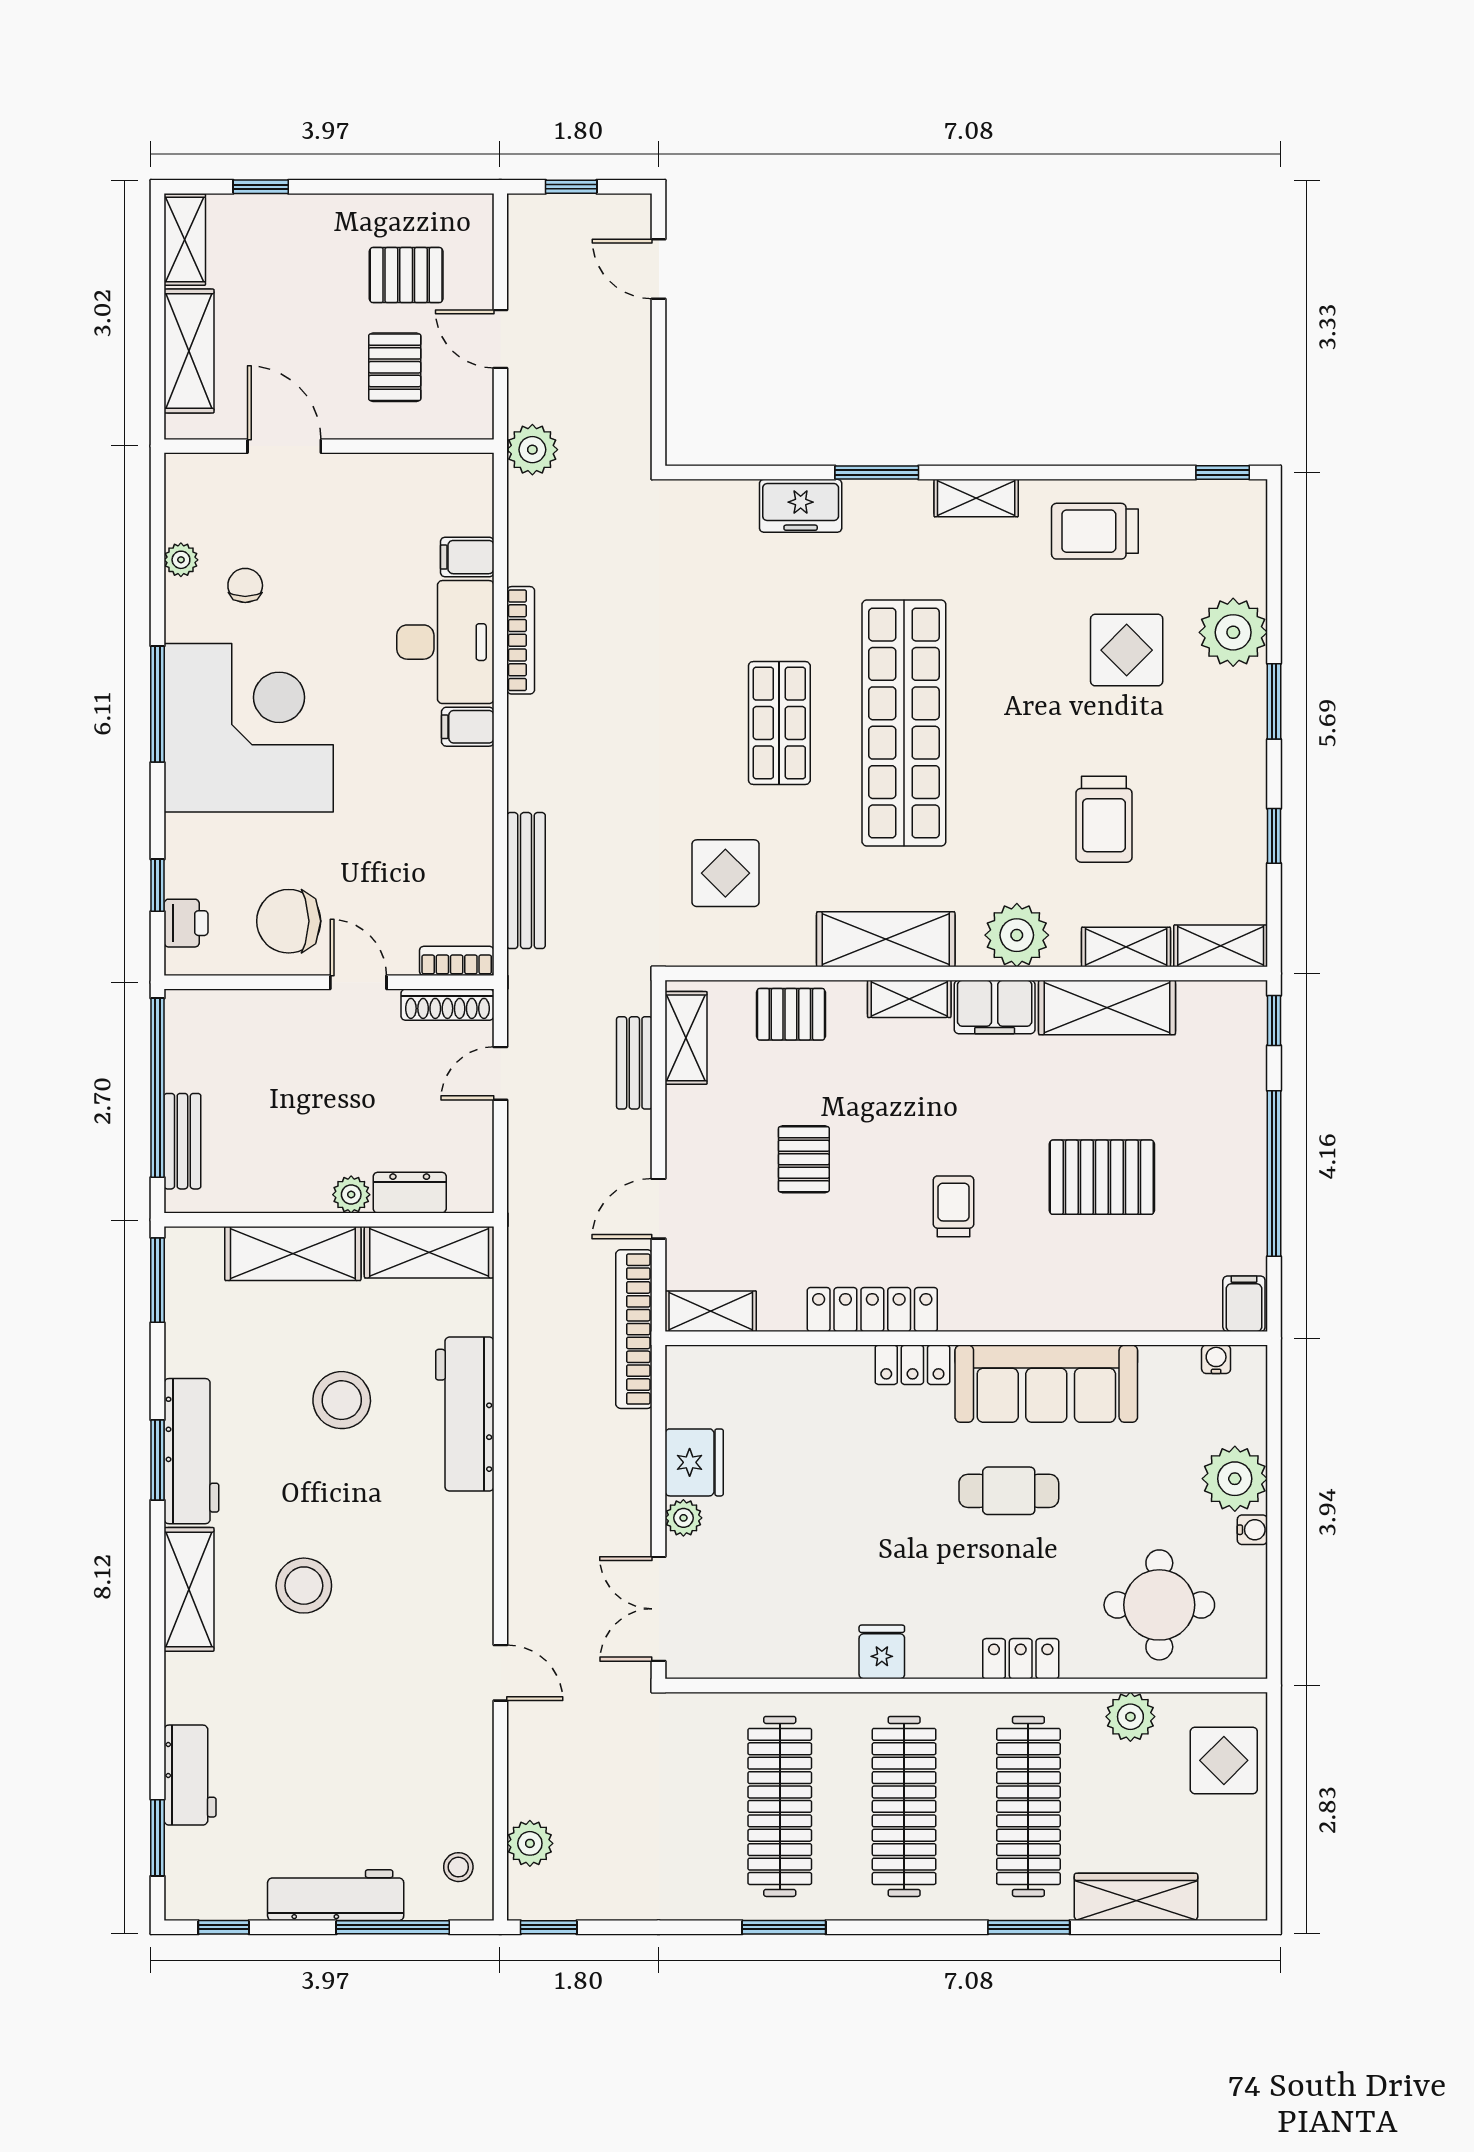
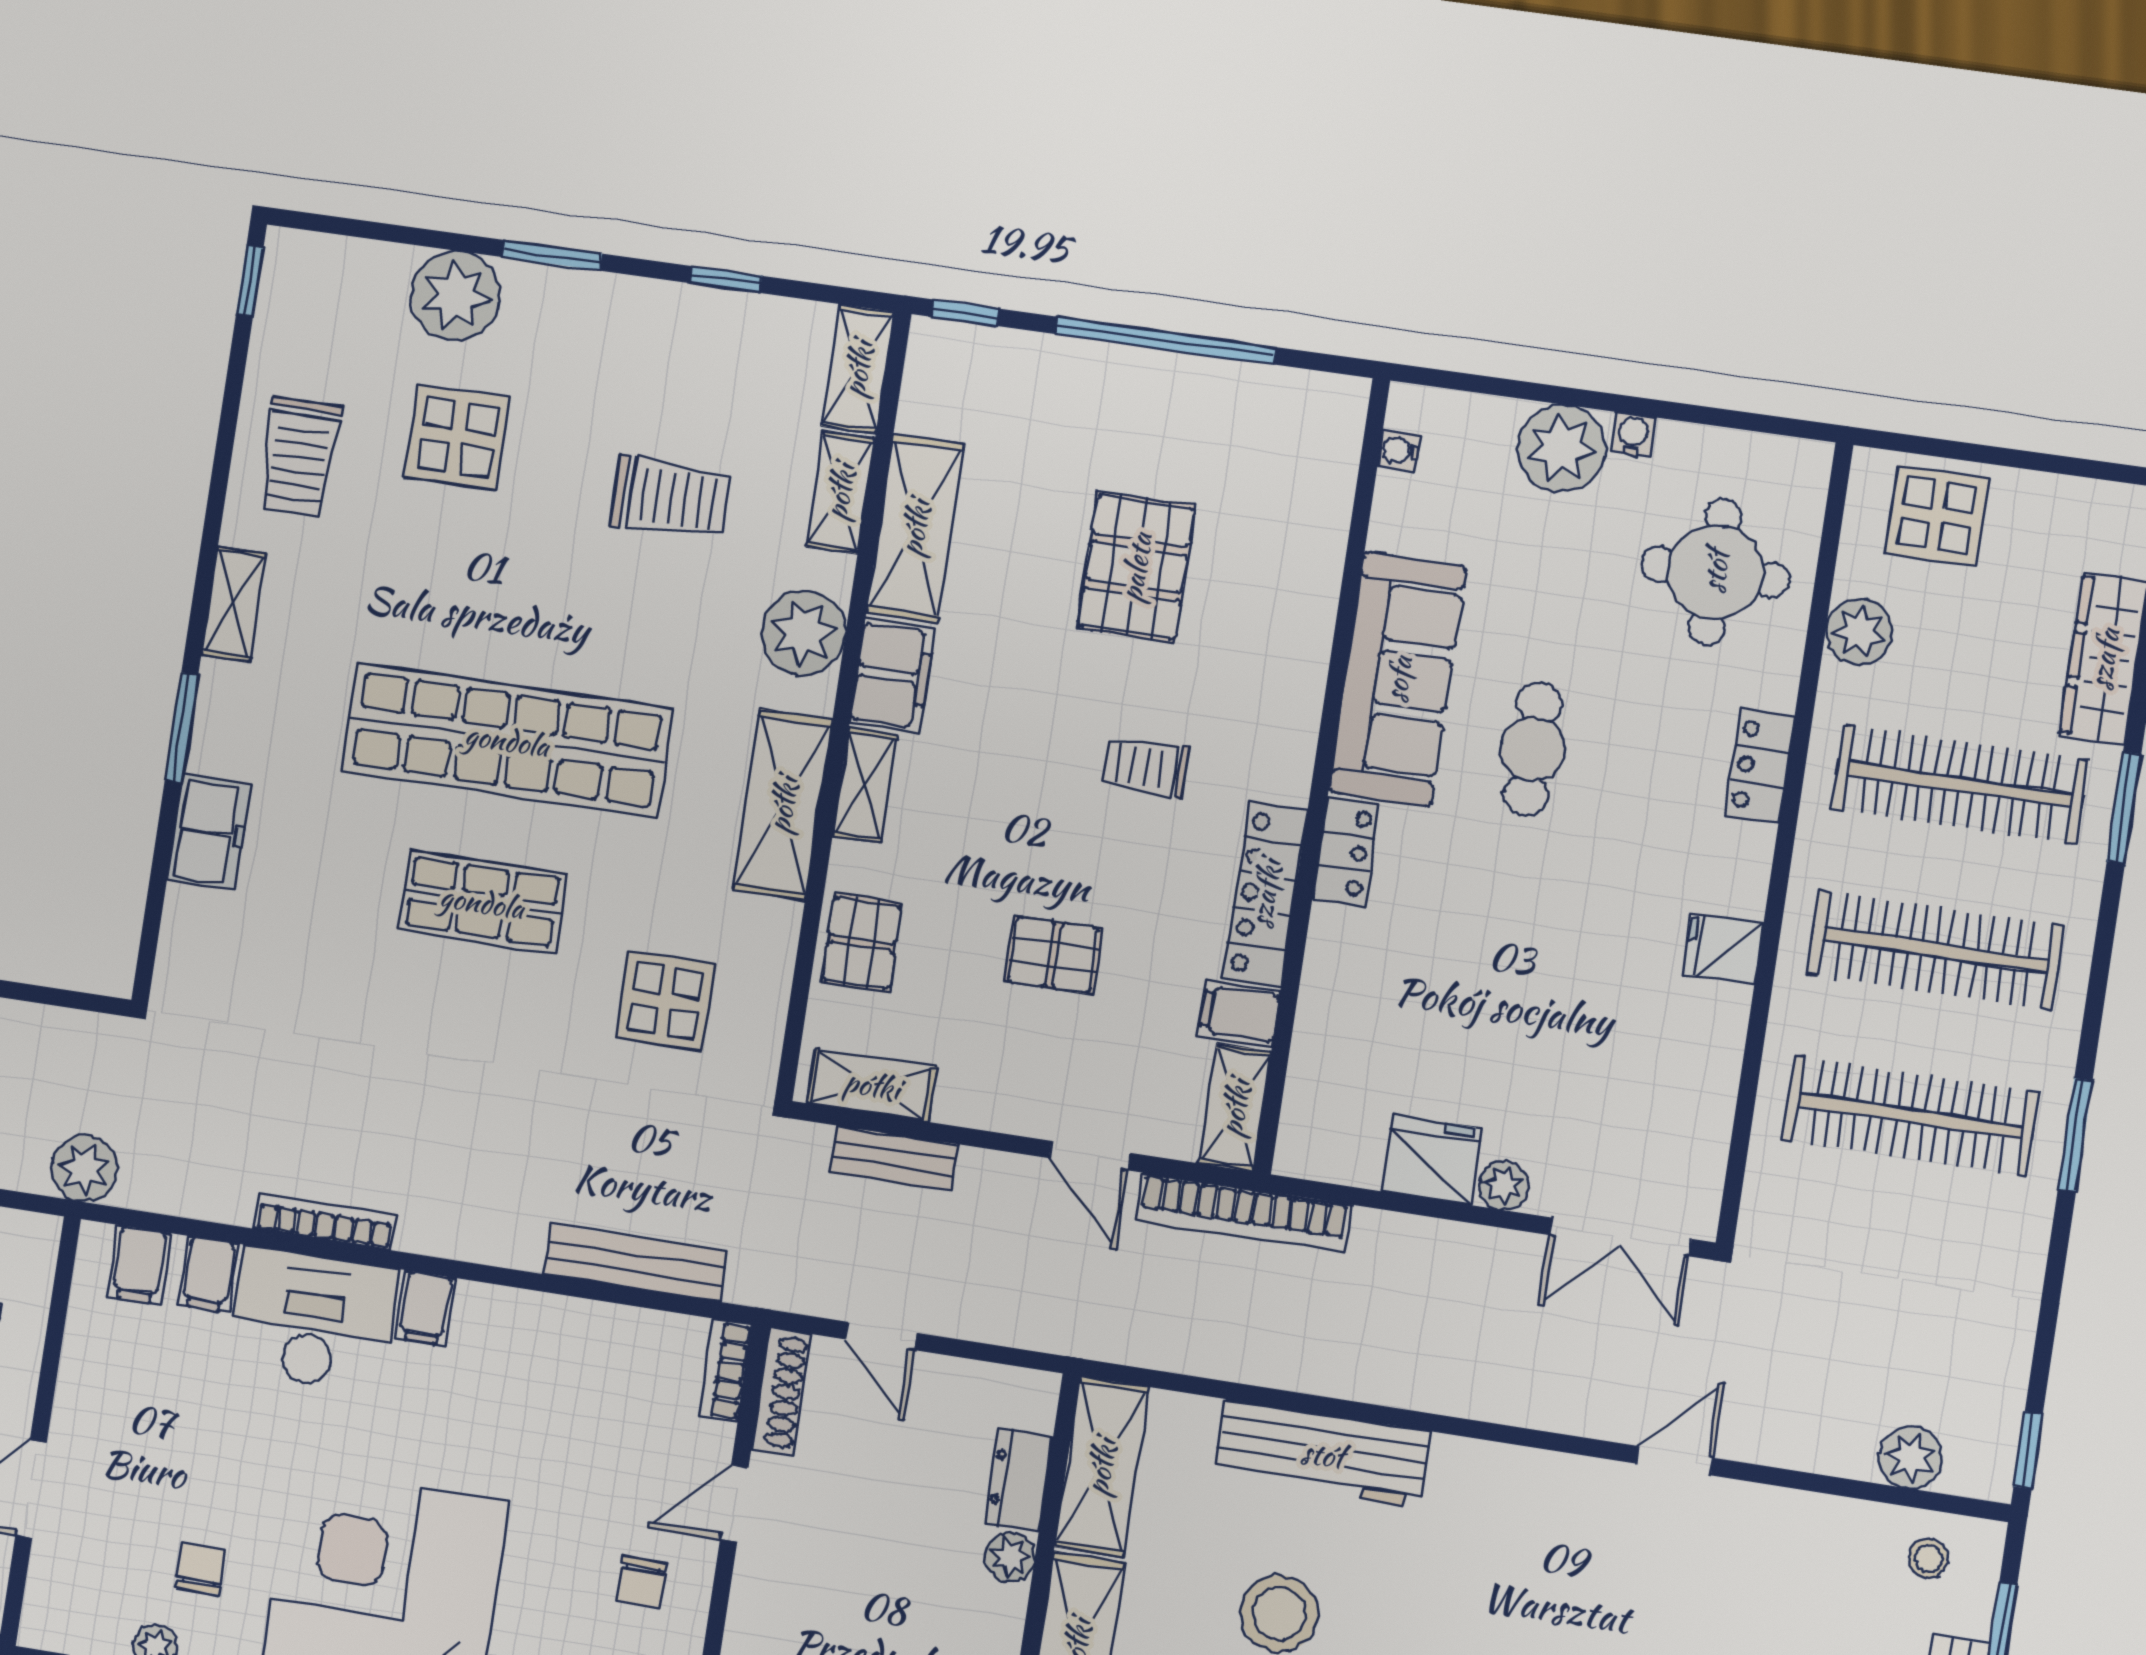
filing cabinet: (466, 503) -> (139, 1265), added
chair: (245, 585) -> (200, 1568), turned 90
chair: (289, 921) -> (641, 1582), width x0.54, depth x0.54
filing cabinet: (1244, 1304) -> (1239, 1014), moved

